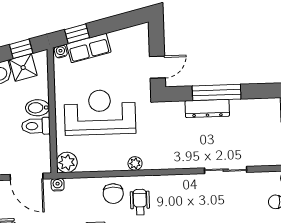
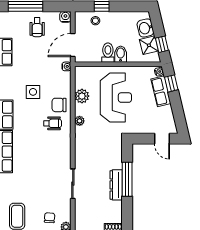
door: (157, 67) -> (162, 139), moved
dresser: (207, 108) -> (116, 185), moved
plant: (67, 162) -> (82, 96), moved

